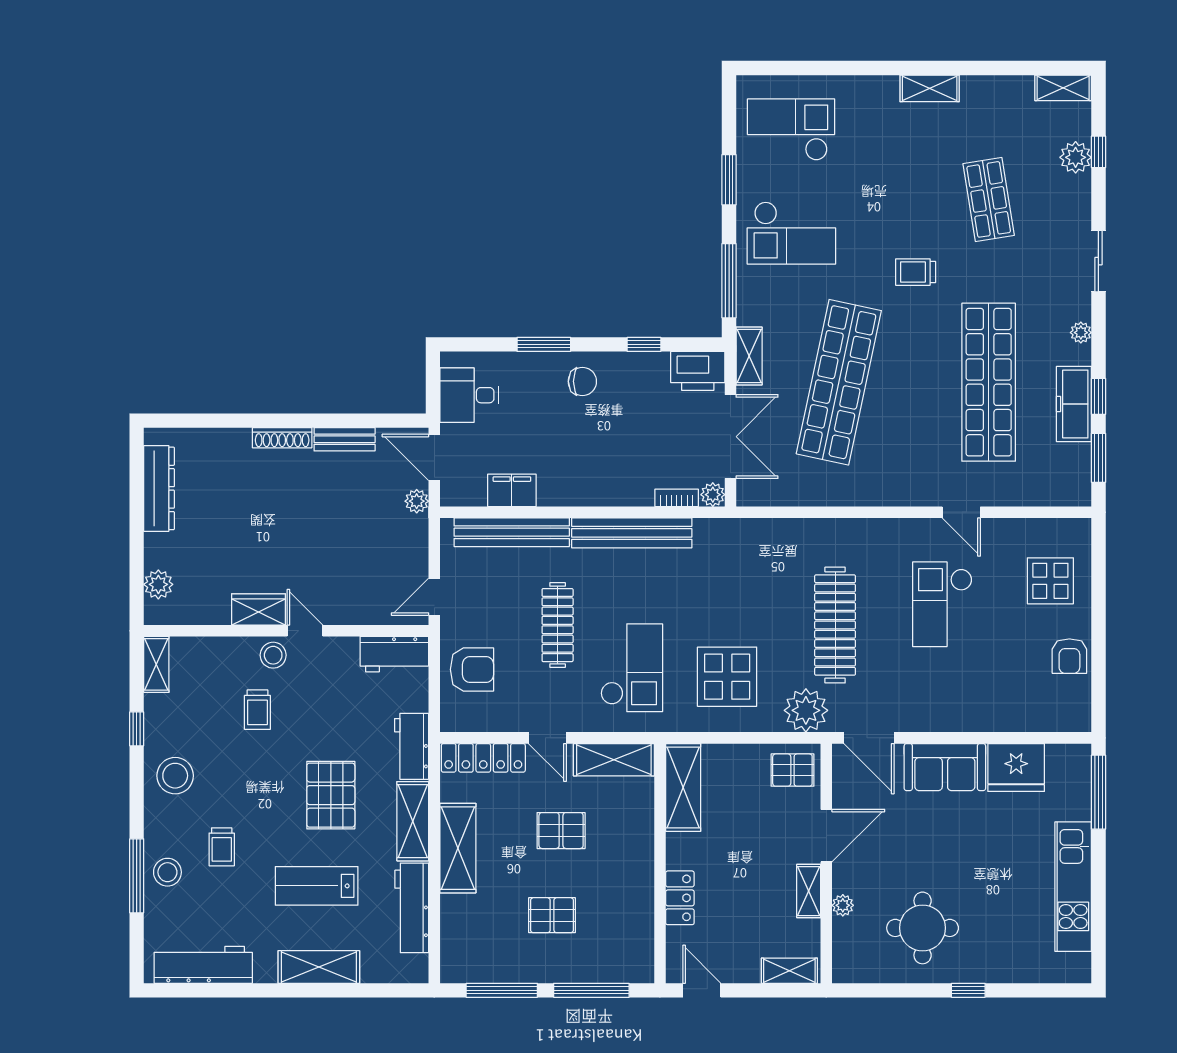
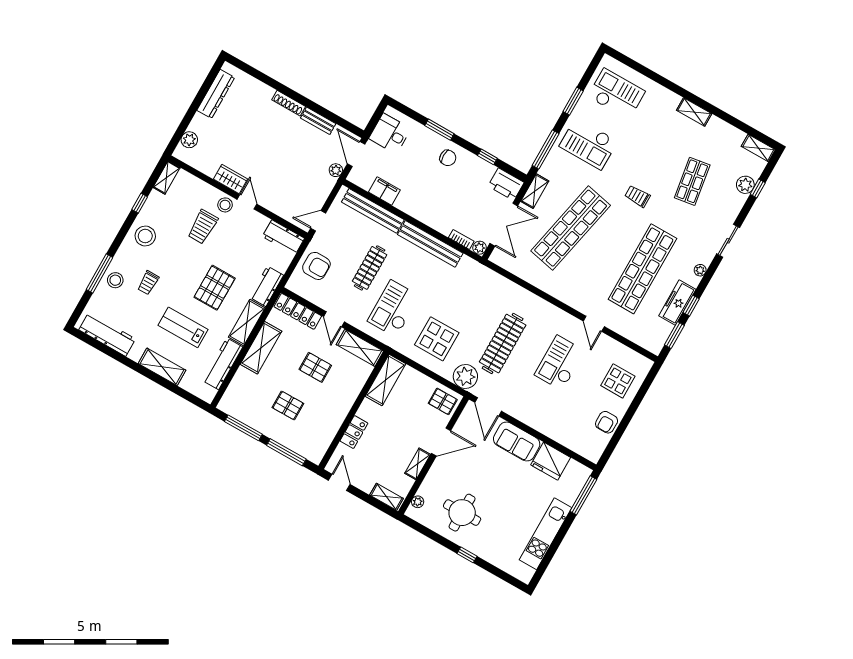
checkout: (632, 668) -> (394, 309), turned 180
trolley: (257, 710) -> (203, 227), width x1.36, depth x1.39
plant: (843, 905) -> (418, 502), moved

